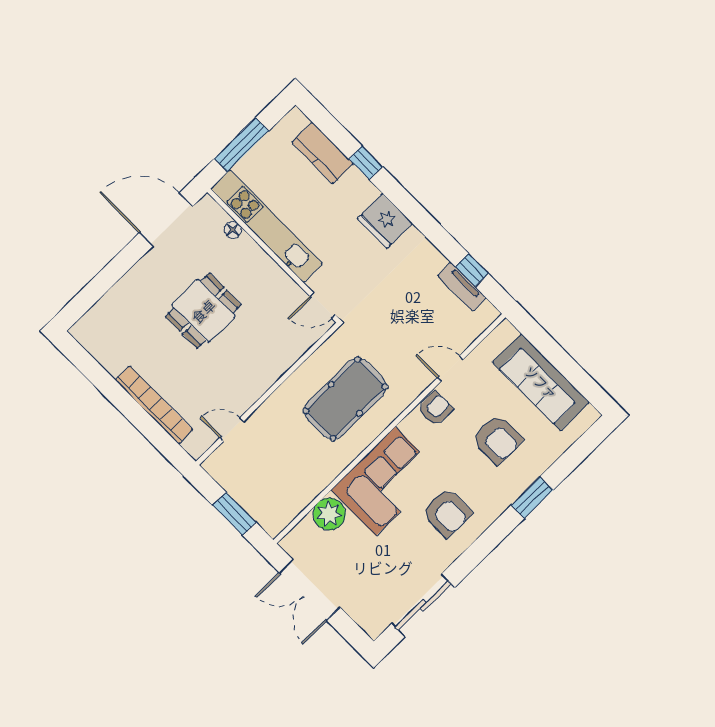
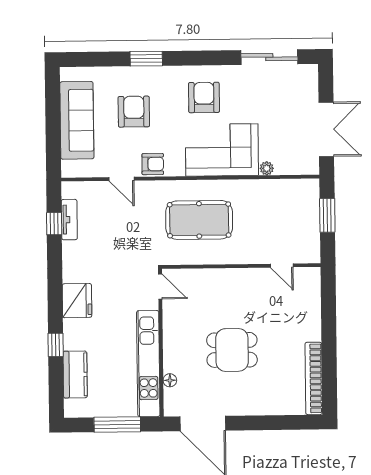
bookcase: (154, 405) -> (314, 378), moved
armchair: (435, 409) -> (153, 164), turned 180
plant: (329, 514) -> (267, 168), width x0.53, depth x0.53

